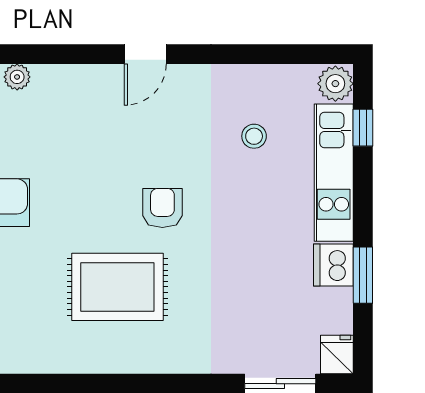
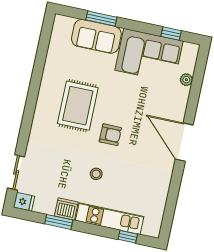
door: (145, 54) -> (184, 142), width x1.87
plant: (335, 84) -> (151, 228), removed
stool: (254, 136) -> (96, 174), moved

